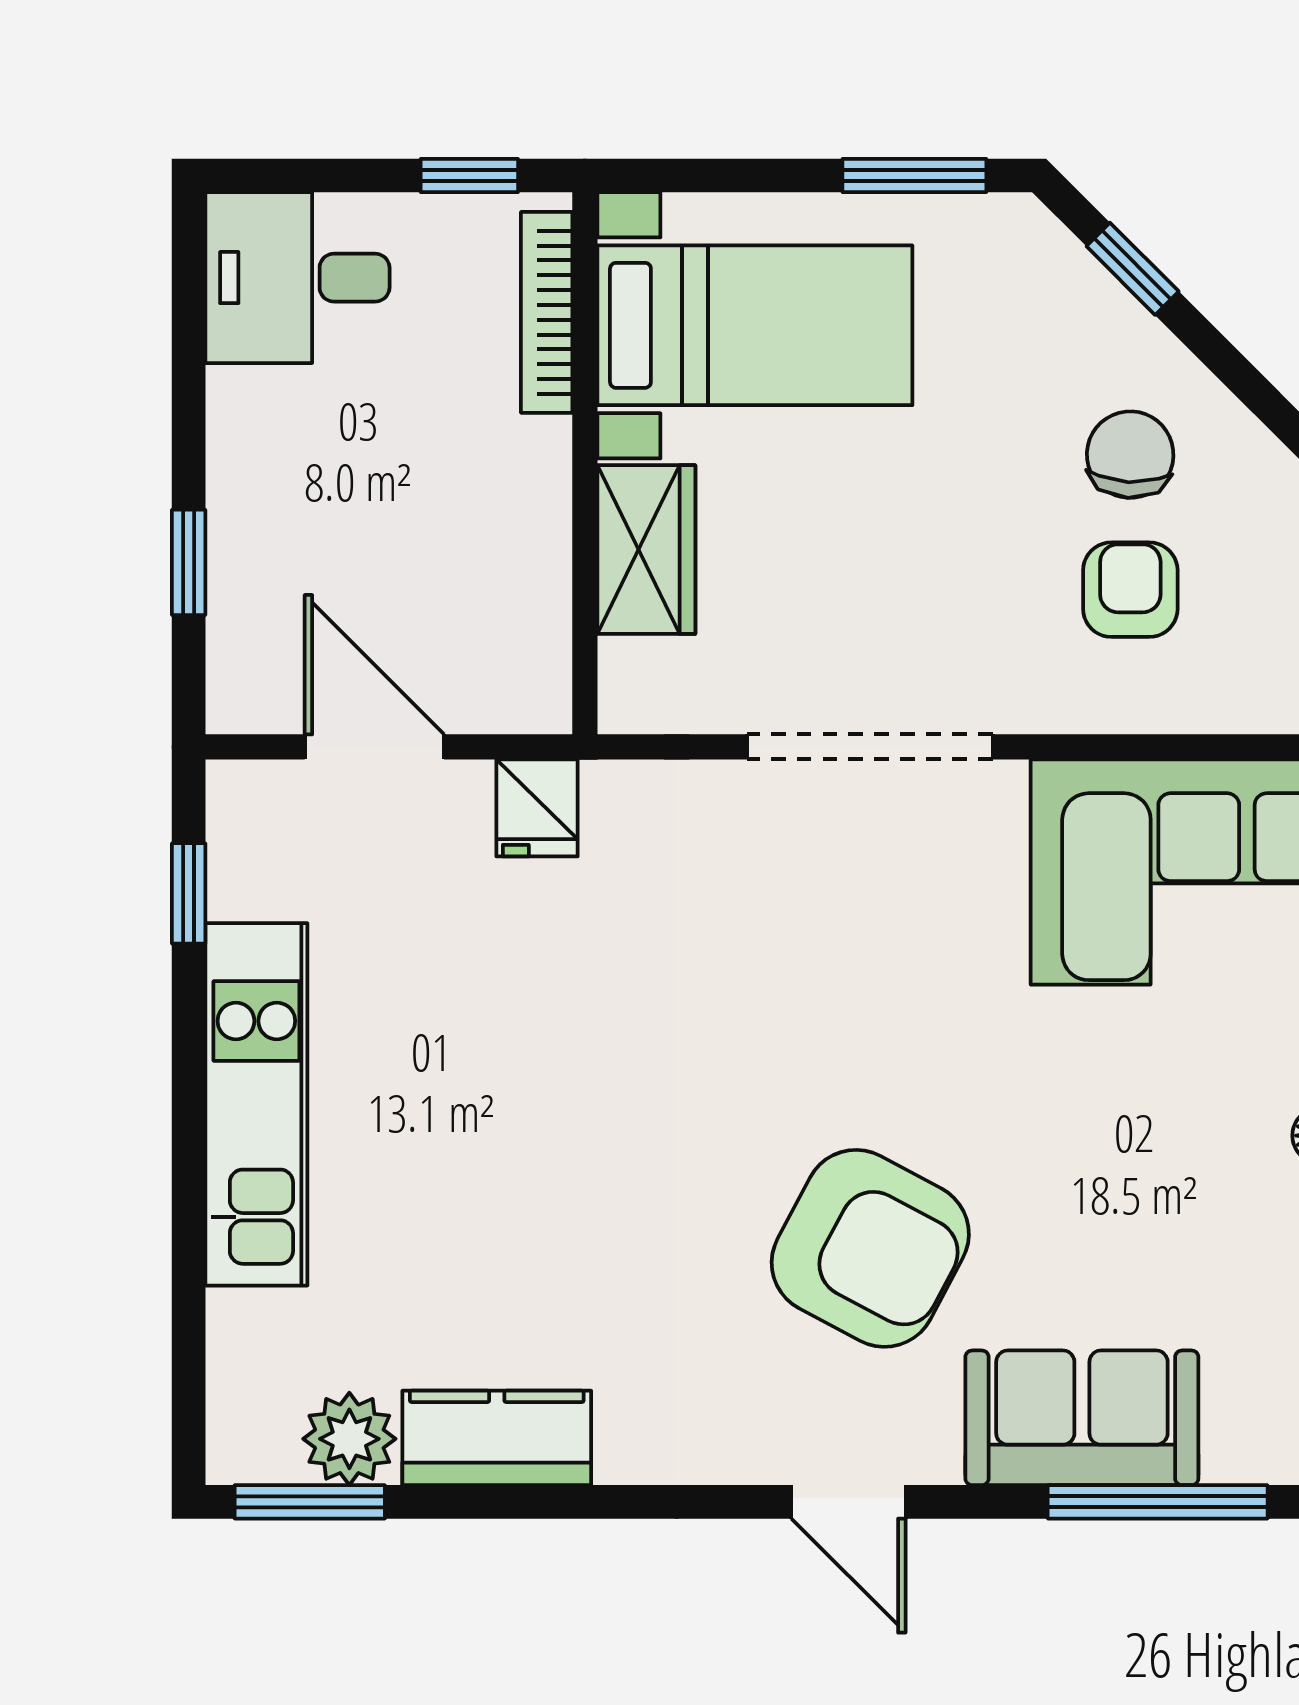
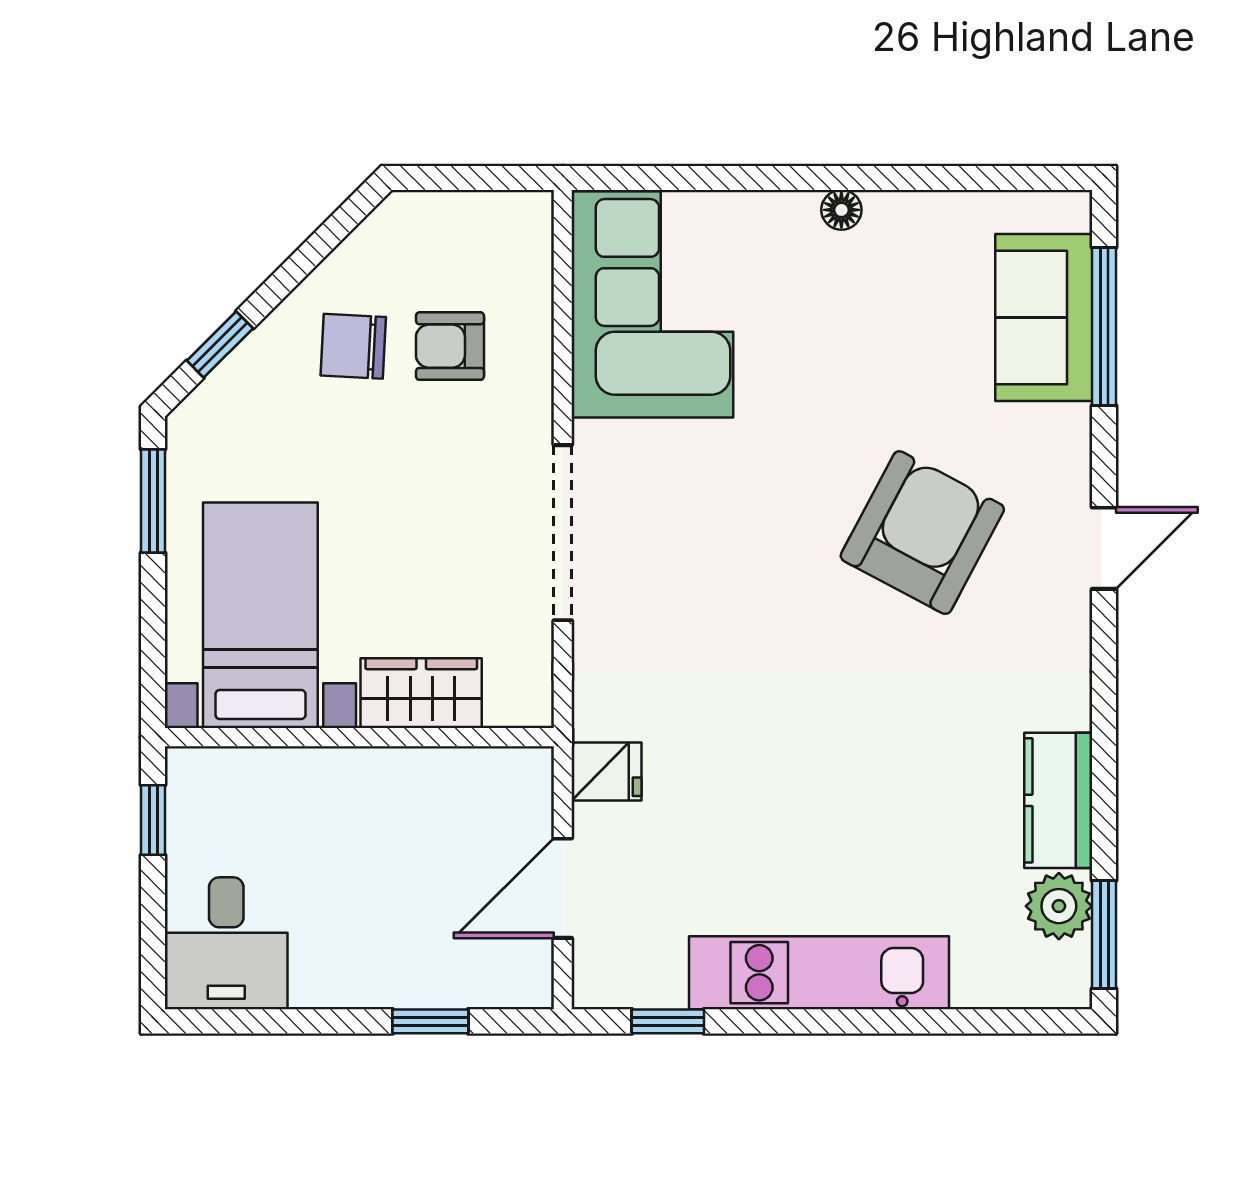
bookcase: (547, 312) -> (251, 765), removed
sofa: (1082, 1418) -> (1044, 317), moved

